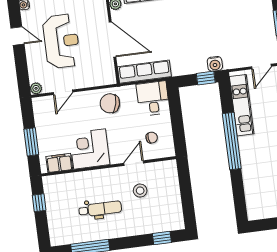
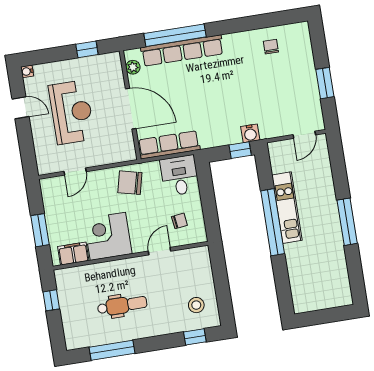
plant: (36, 88) -> (44, 168), removed
kitchen unit: (242, 105) -> (287, 208), moved
stool: (140, 191) -> (196, 305), moved

